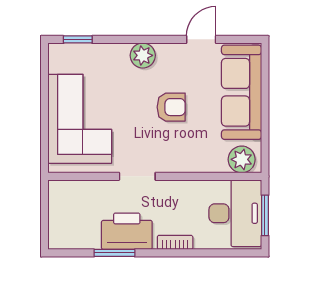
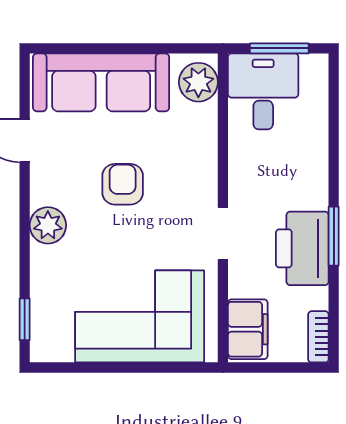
filing cabinet: (71, 194) -> (248, 329), added
desk: (235, 213) -> (263, 91), width x0.73
bookcase: (175, 242) -> (318, 337), moved
window: (114, 253) -> (334, 236), moved

